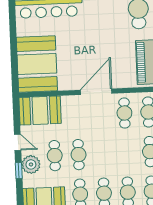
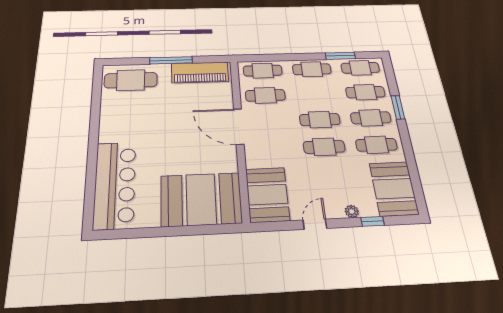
cafe table: (55, 156) -> (320, 120), moved
plant: (31, 164) -> (352, 211), width x0.53, depth x0.53
window: (19, 171) -> (372, 221), moved

